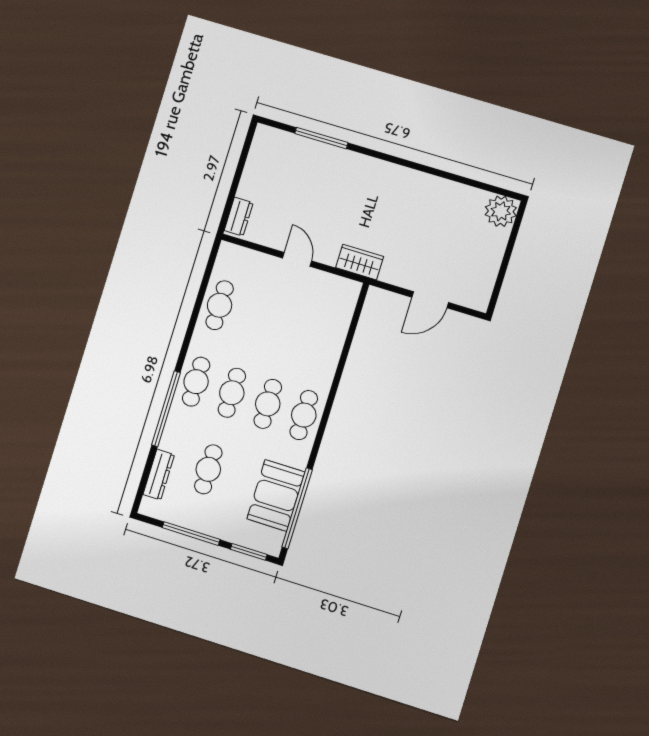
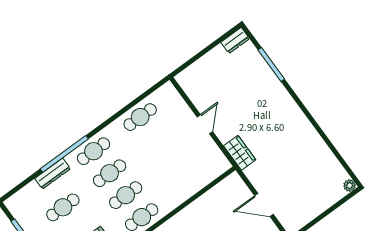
plant: (501, 211) -> (350, 186), width x0.53, depth x0.53
dresser: (239, 217) -> (235, 41), moved
dresser: (159, 475) -> (53, 174), moved

